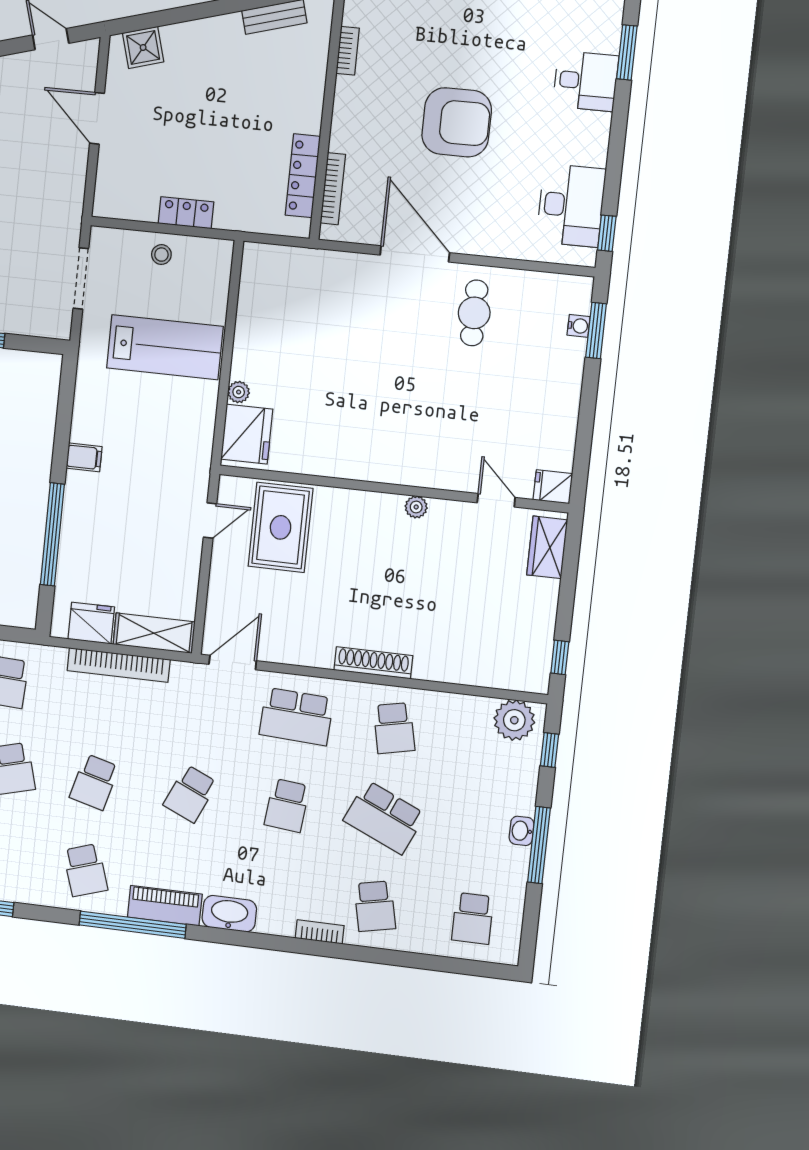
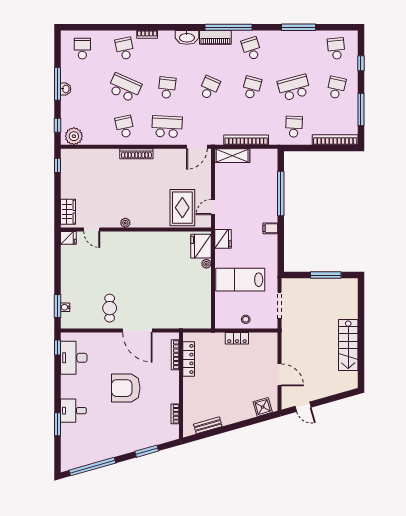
fridge: (91, 623) -> (223, 239), moved, turned -90

